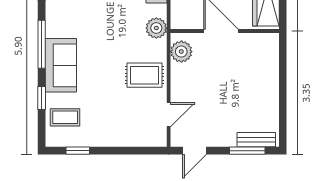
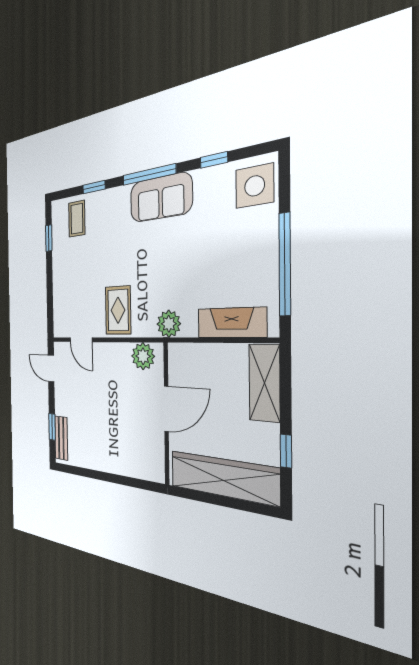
sofa: (61, 65) -> (161, 198), moved
window: (247, 151) -> (52, 427), width x0.67

